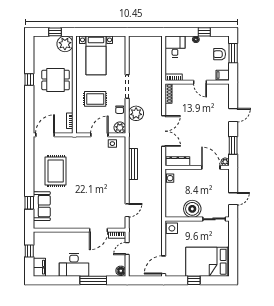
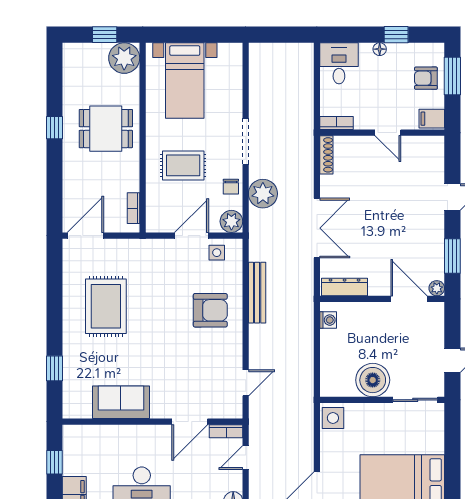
armchair: (109, 173) -> (210, 310), added
sofa: (42, 206) -> (121, 402), moved, turned -90

